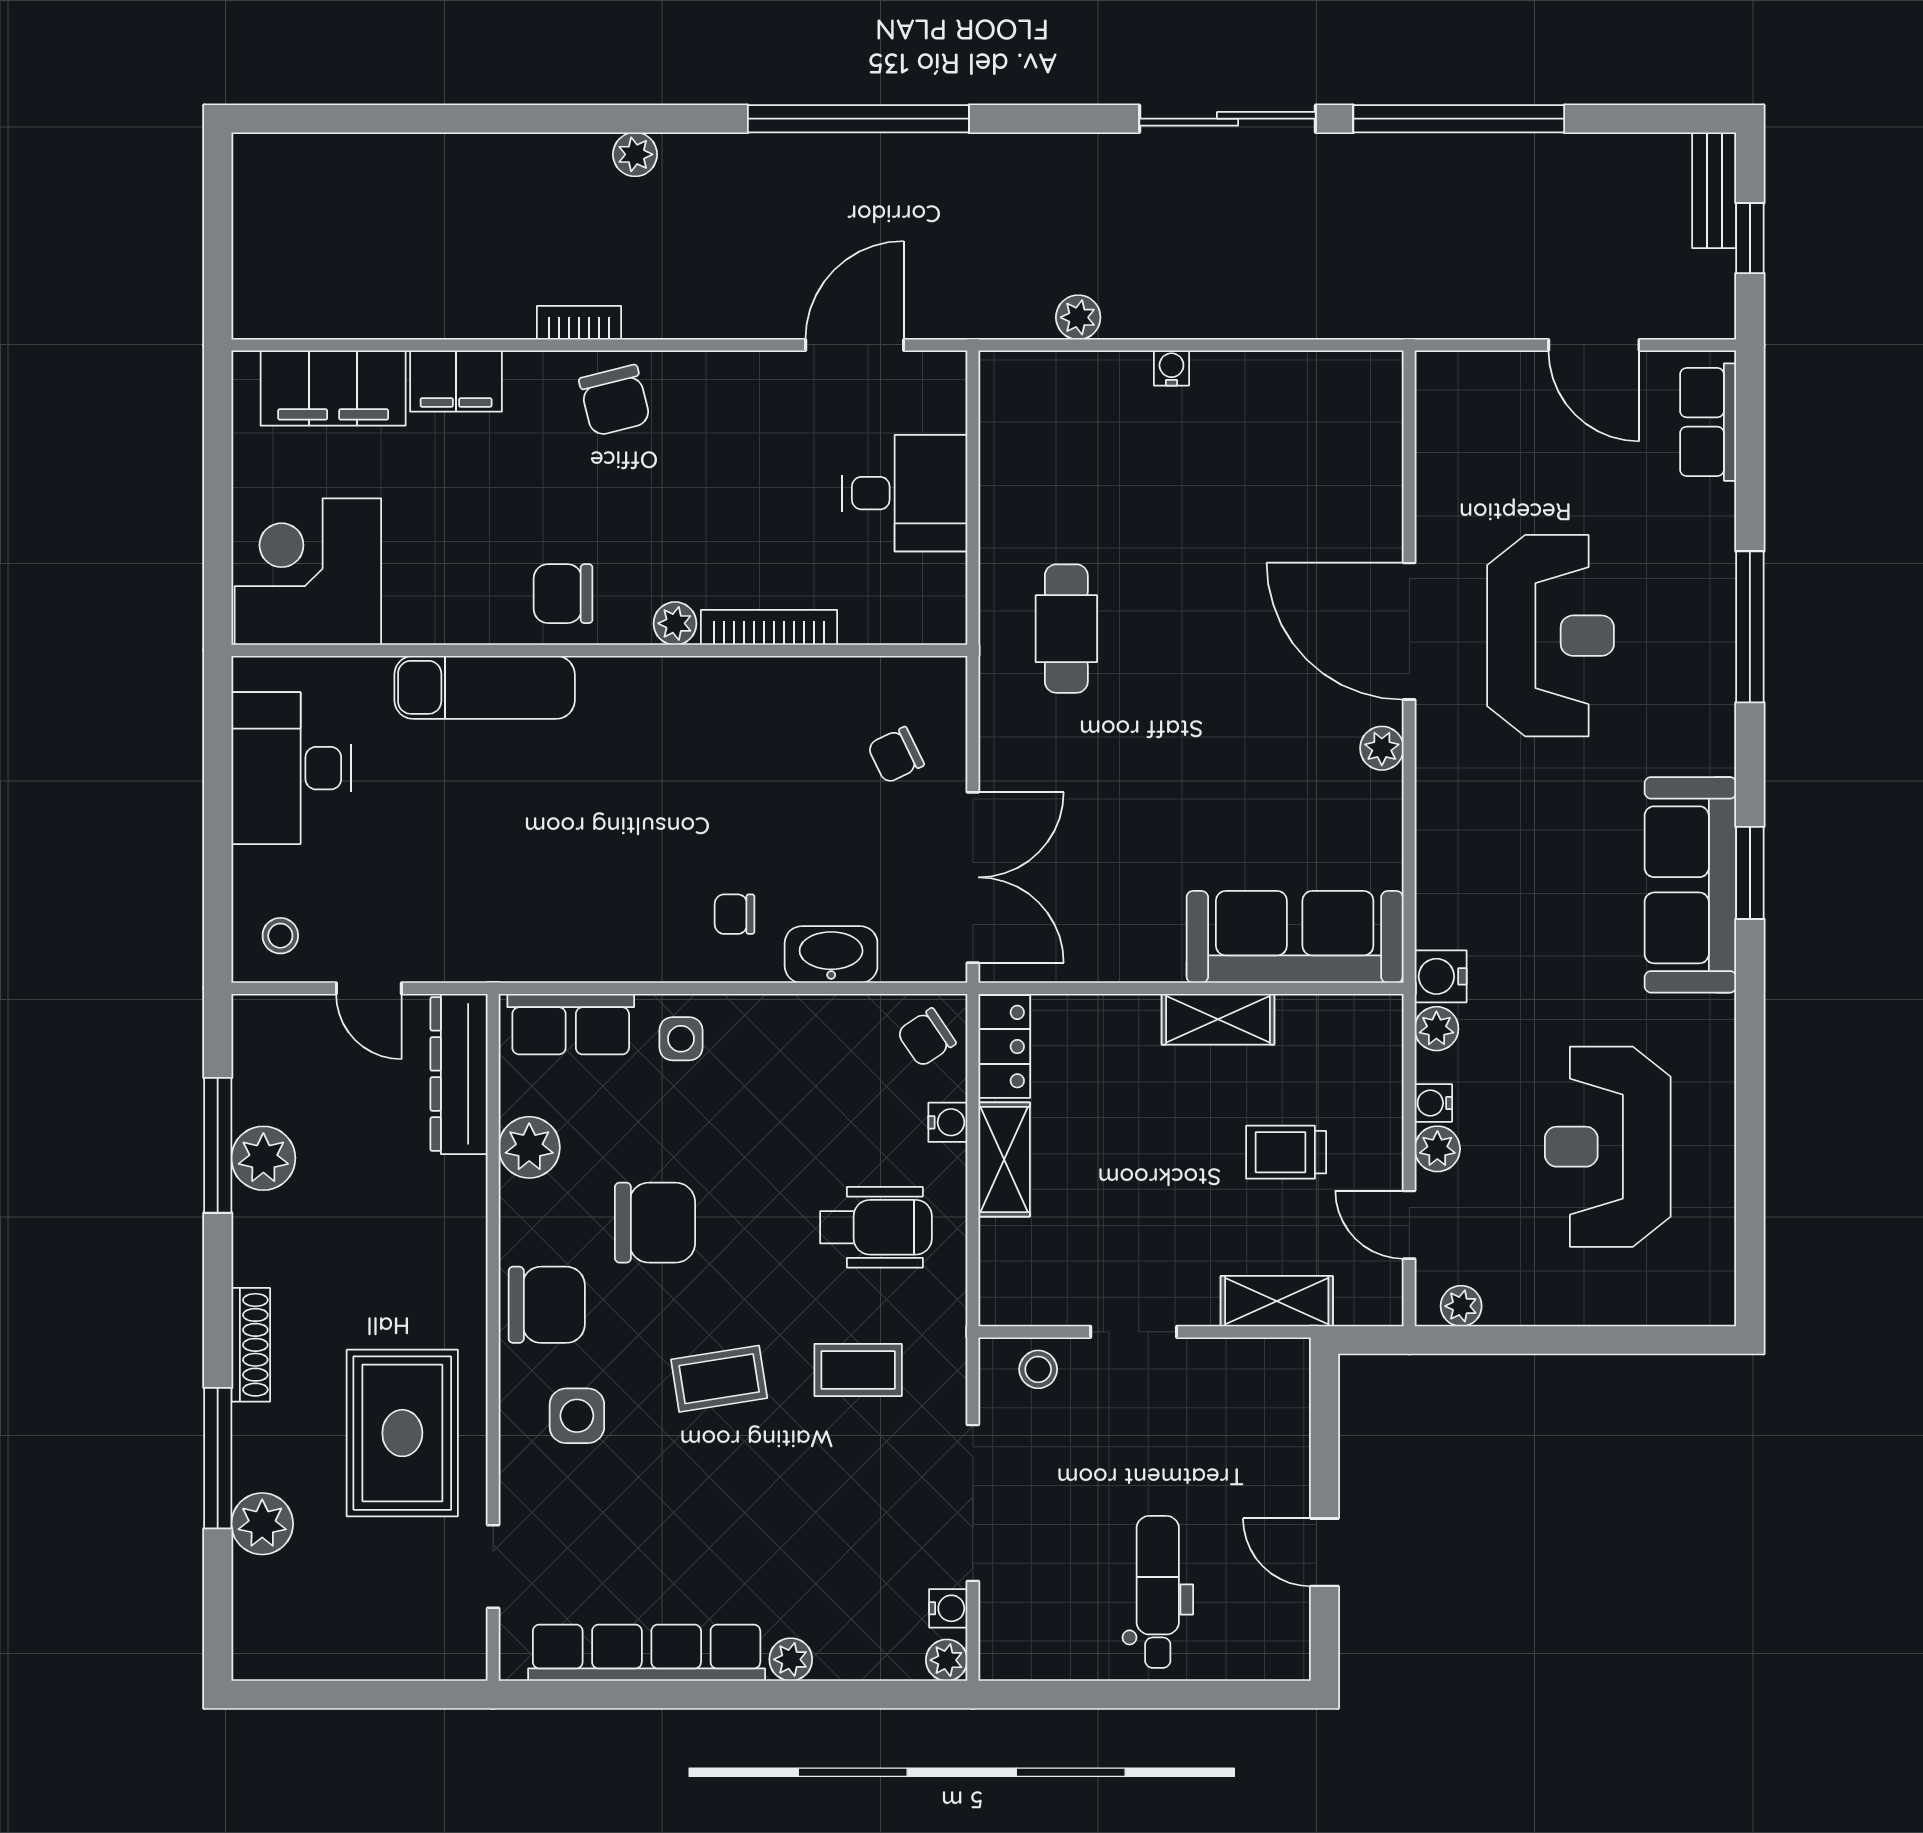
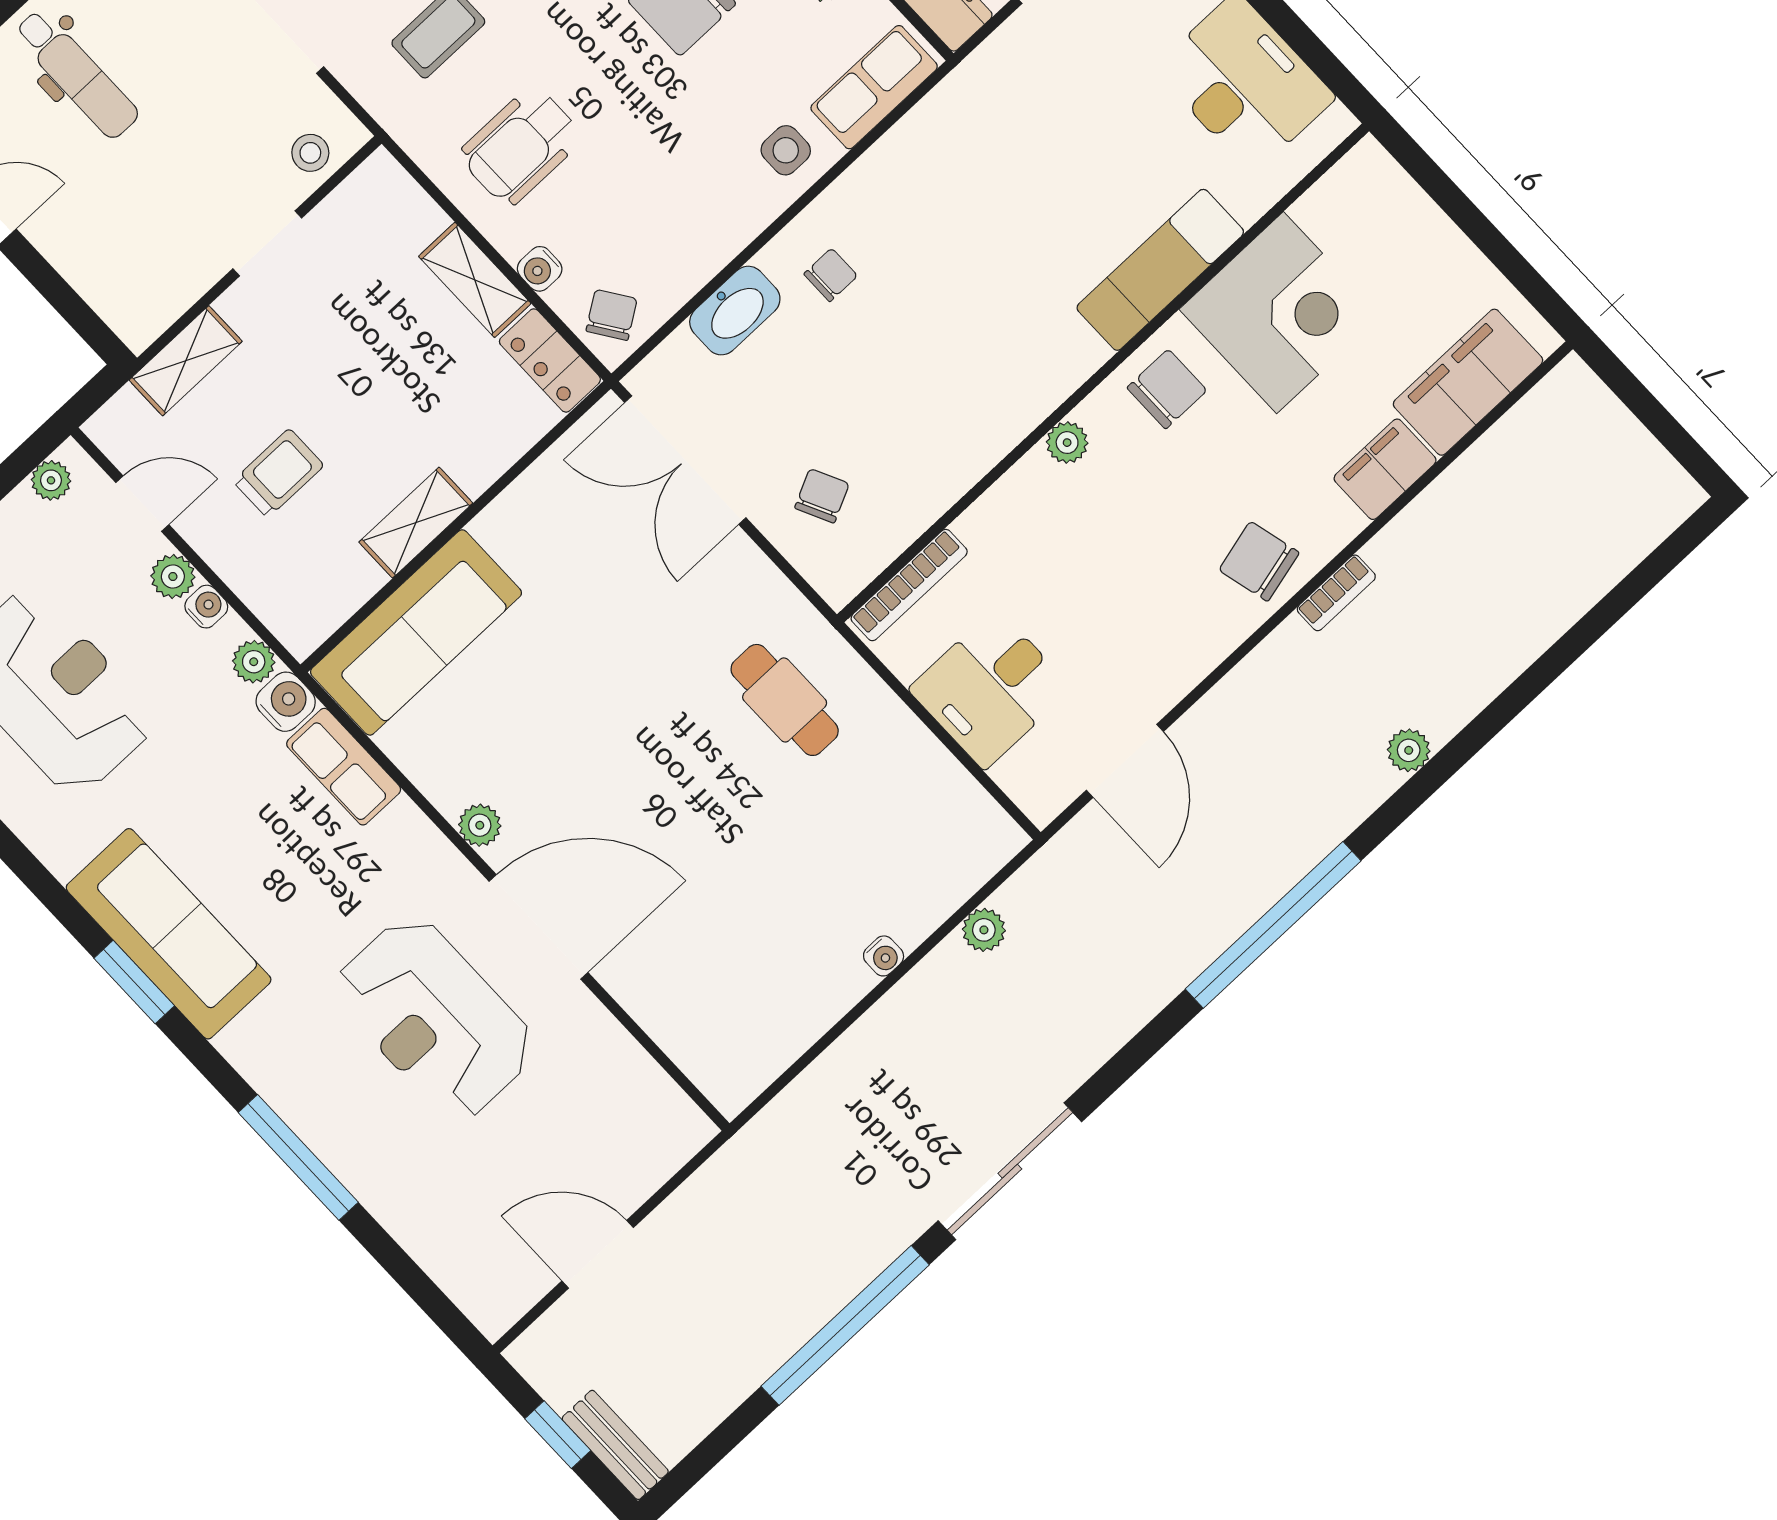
row of seats: (1708, 422) -> (344, 767), moved, turned 180
corner desk: (308, 572) -> (1280, 313), moved
bookcase: (769, 627) -> (909, 585), moved

